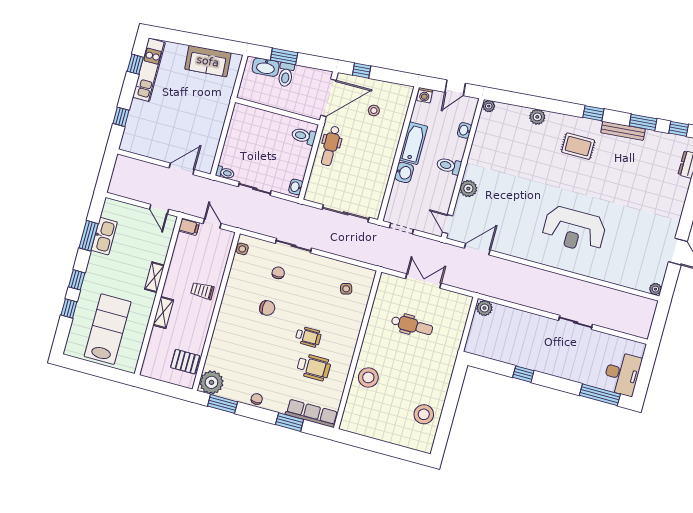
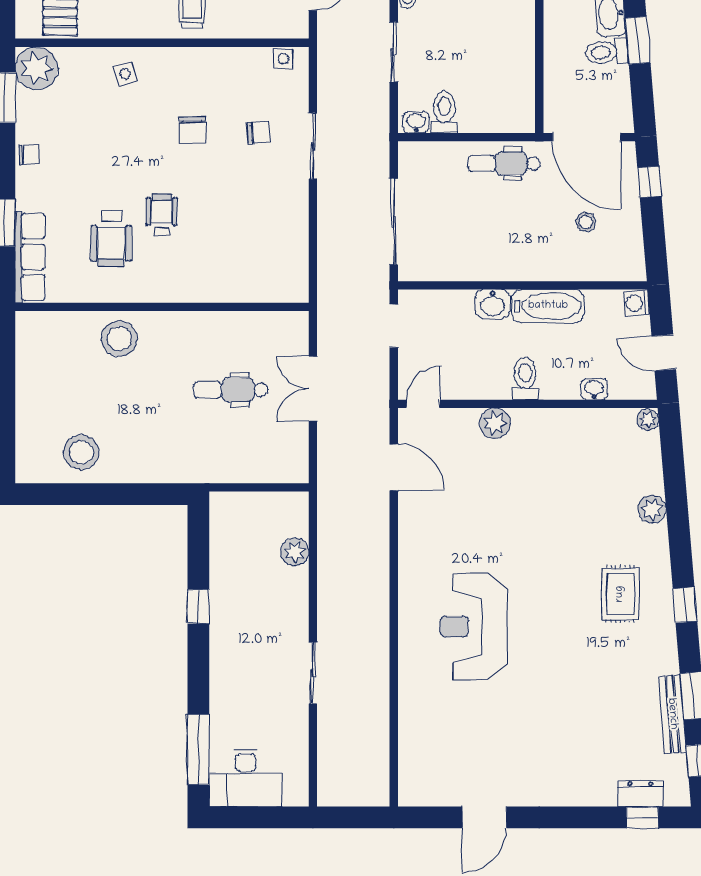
bench: (623, 131) -> (672, 714), moved
toilet: (304, 136) -> (444, 112), moved
double door: (423, 281) -> (313, 389), swing flipped
side table: (346, 289) -> (125, 74), moved
plant: (655, 289) -> (408, 796), removed
plant: (484, 308) -> (295, 552), moved
dental chair: (412, 325) -> (231, 390), turned 90
wheelchair: (308, 337) -> (162, 215), turned 180

